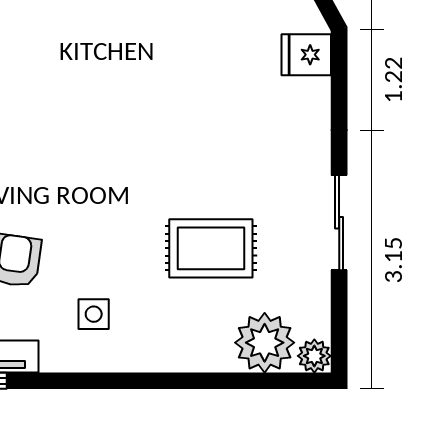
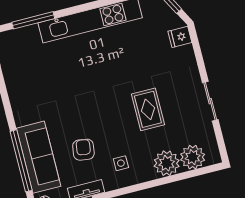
rug: (211, 248) -> (148, 109), moved, turned 90
plant: (314, 356) -> (167, 163), moved, width x1.88, depth x1.88

